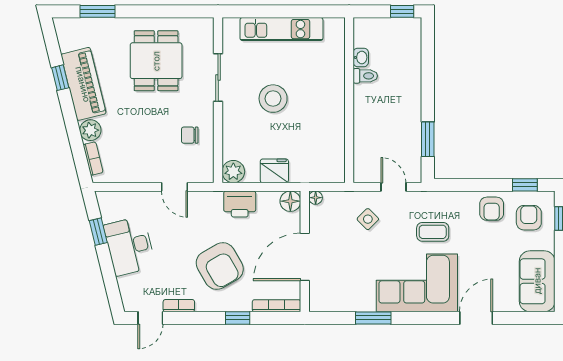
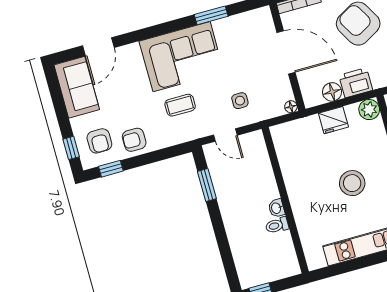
washbasin: (361, 57) -> (276, 208), moved
floor lamp: (290, 201) -> (332, 92), moved
armchair: (492, 209) -> (134, 140), turned -90
side table: (368, 219) -> (240, 101), turned 45
door: (305, 257) -> (286, 52), hinge flipped
door: (476, 318) -> (98, 47), moved

